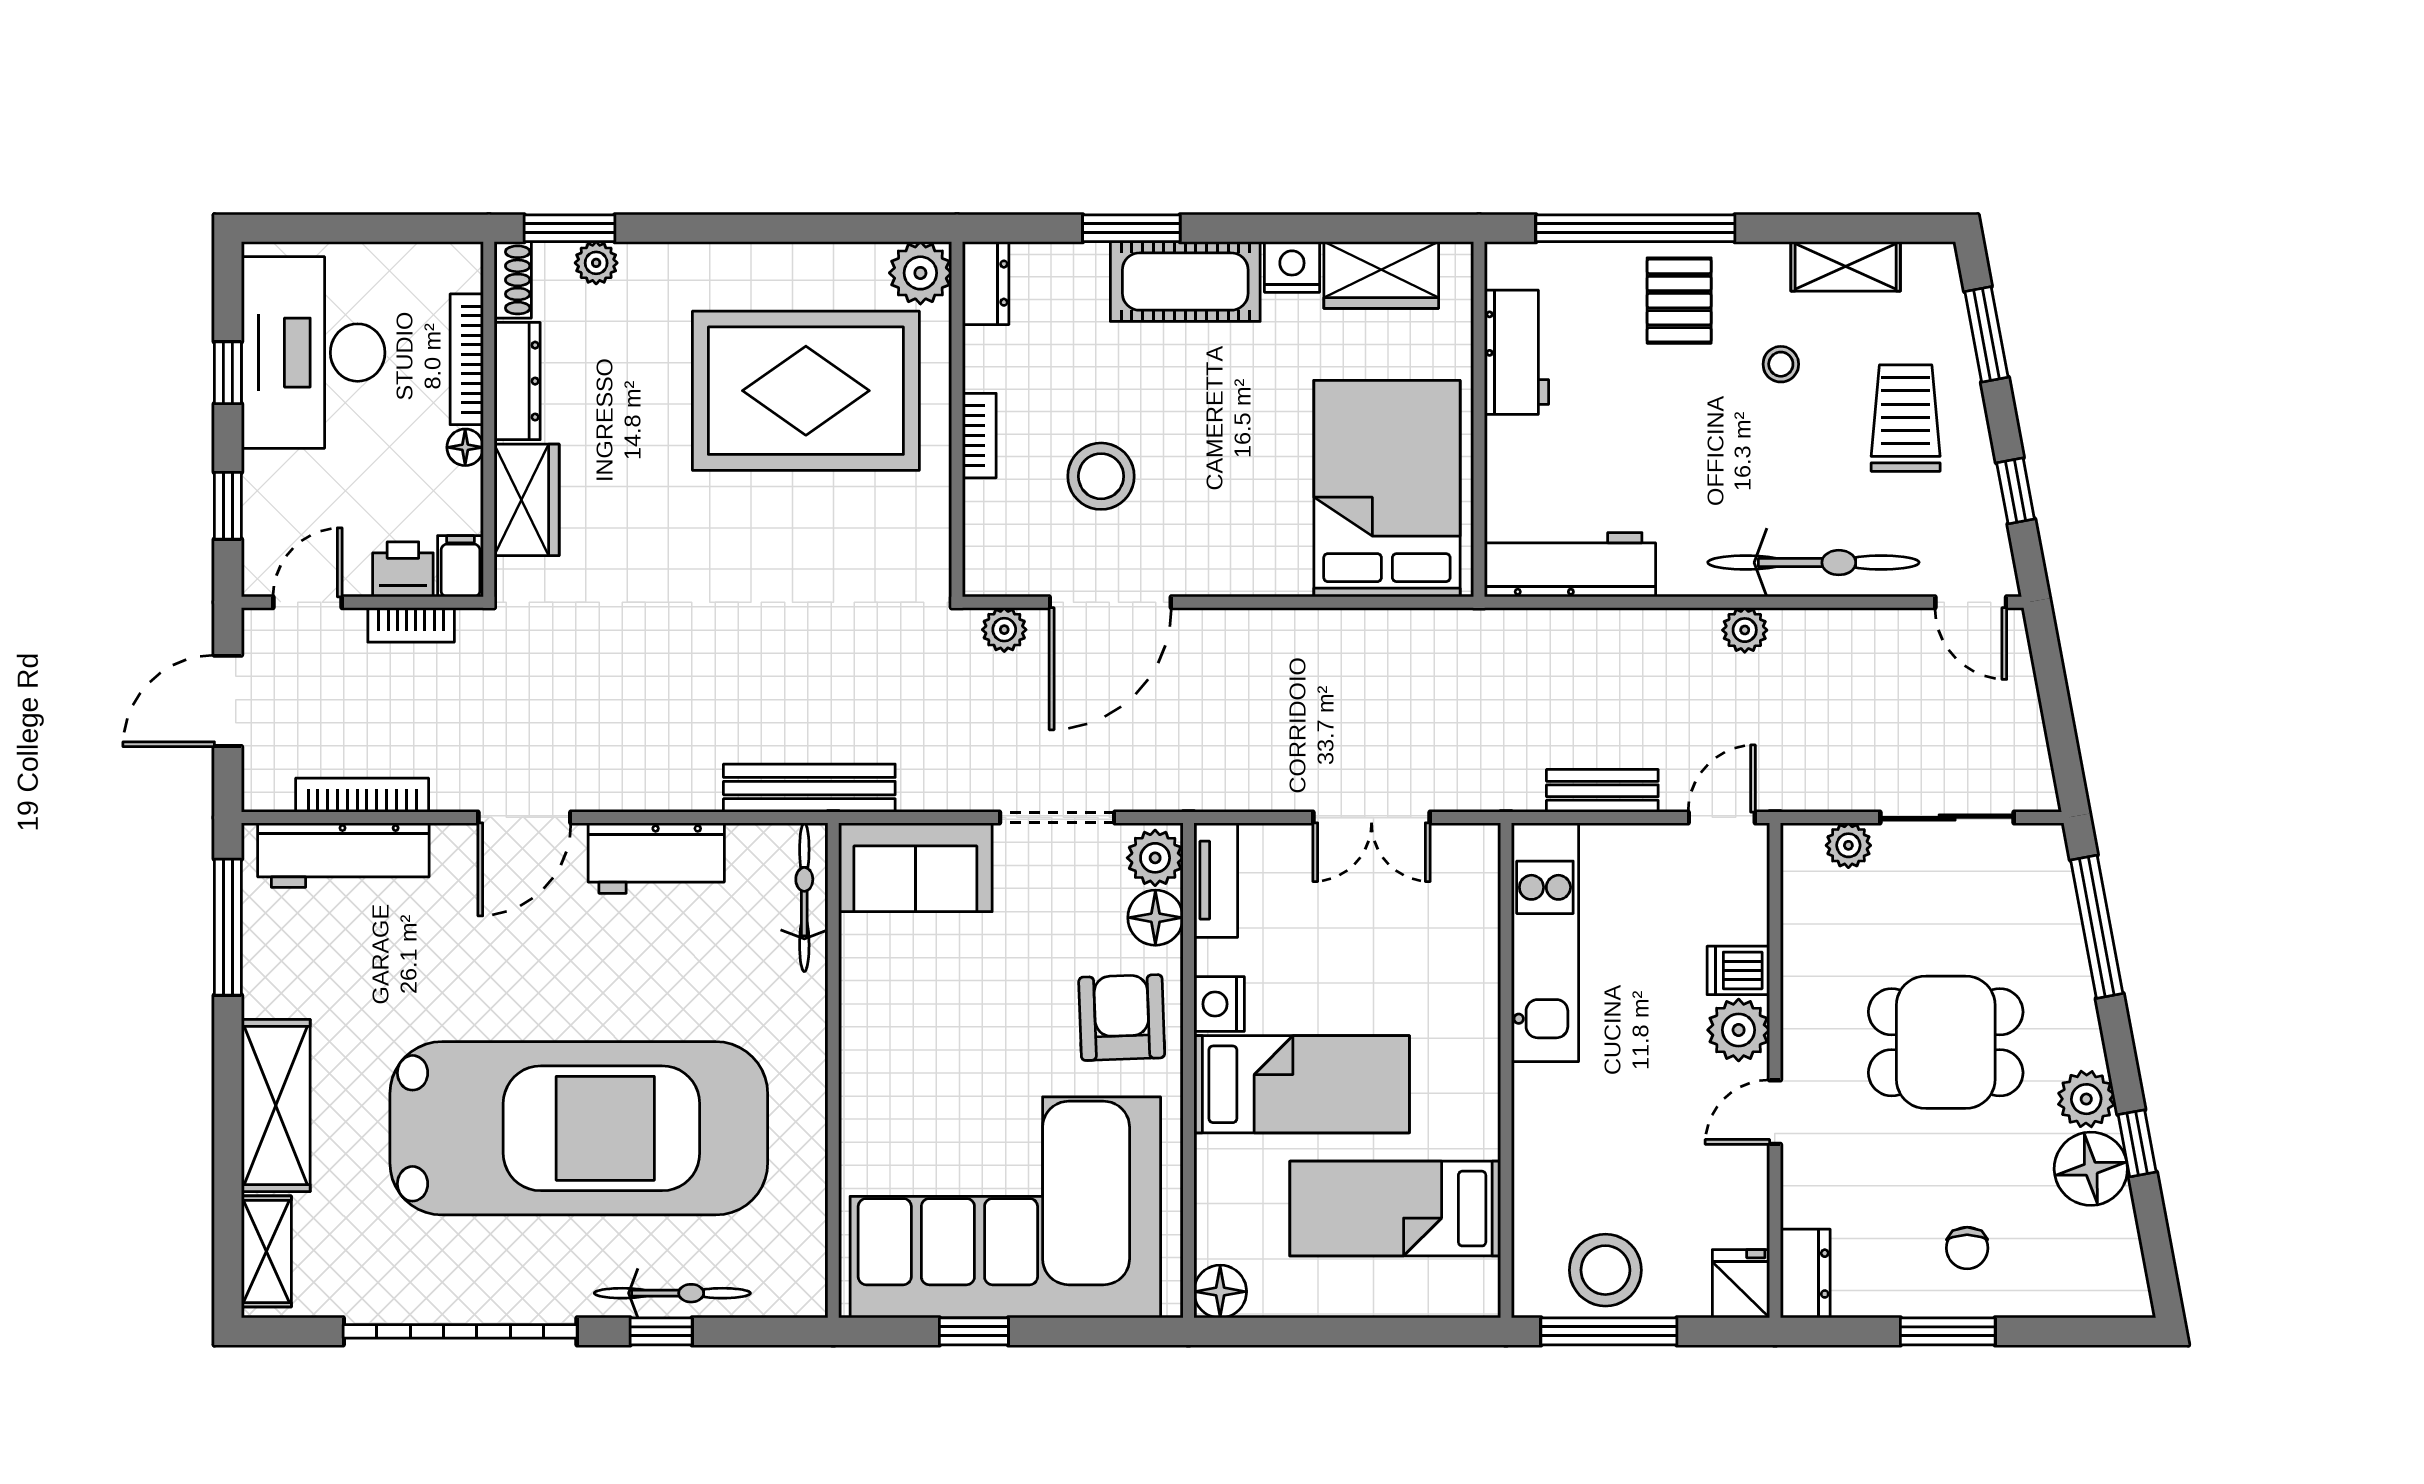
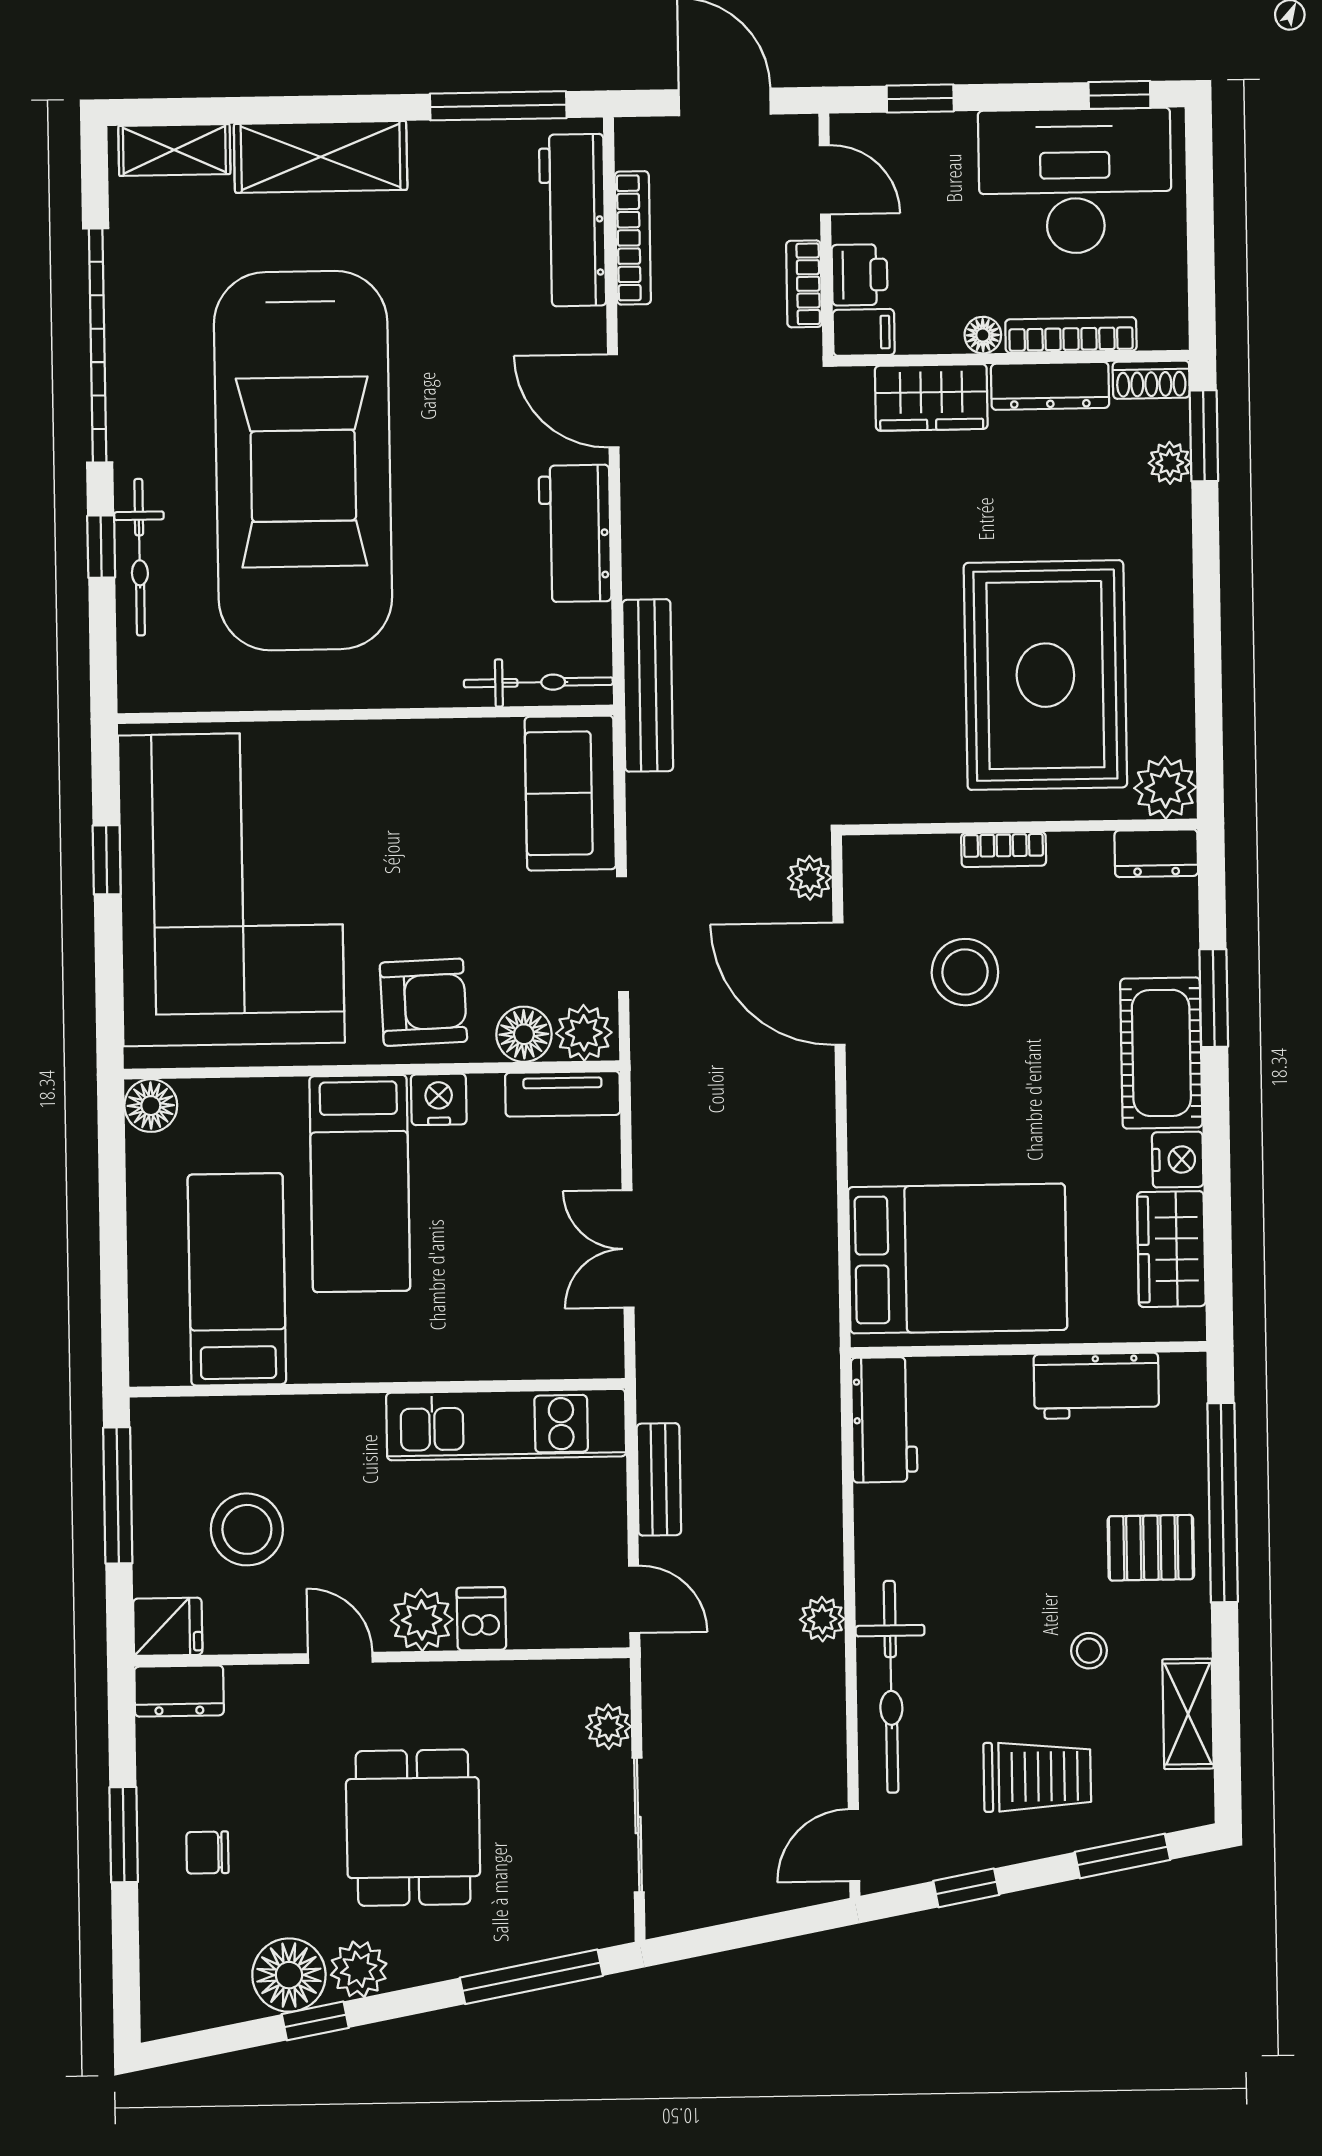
window: (228, 373) -> (1119, 95), moved
workbench: (1570, 565) -> (884, 1420), width x0.73
stool: (1605, 1270) -> (247, 1529), moved

